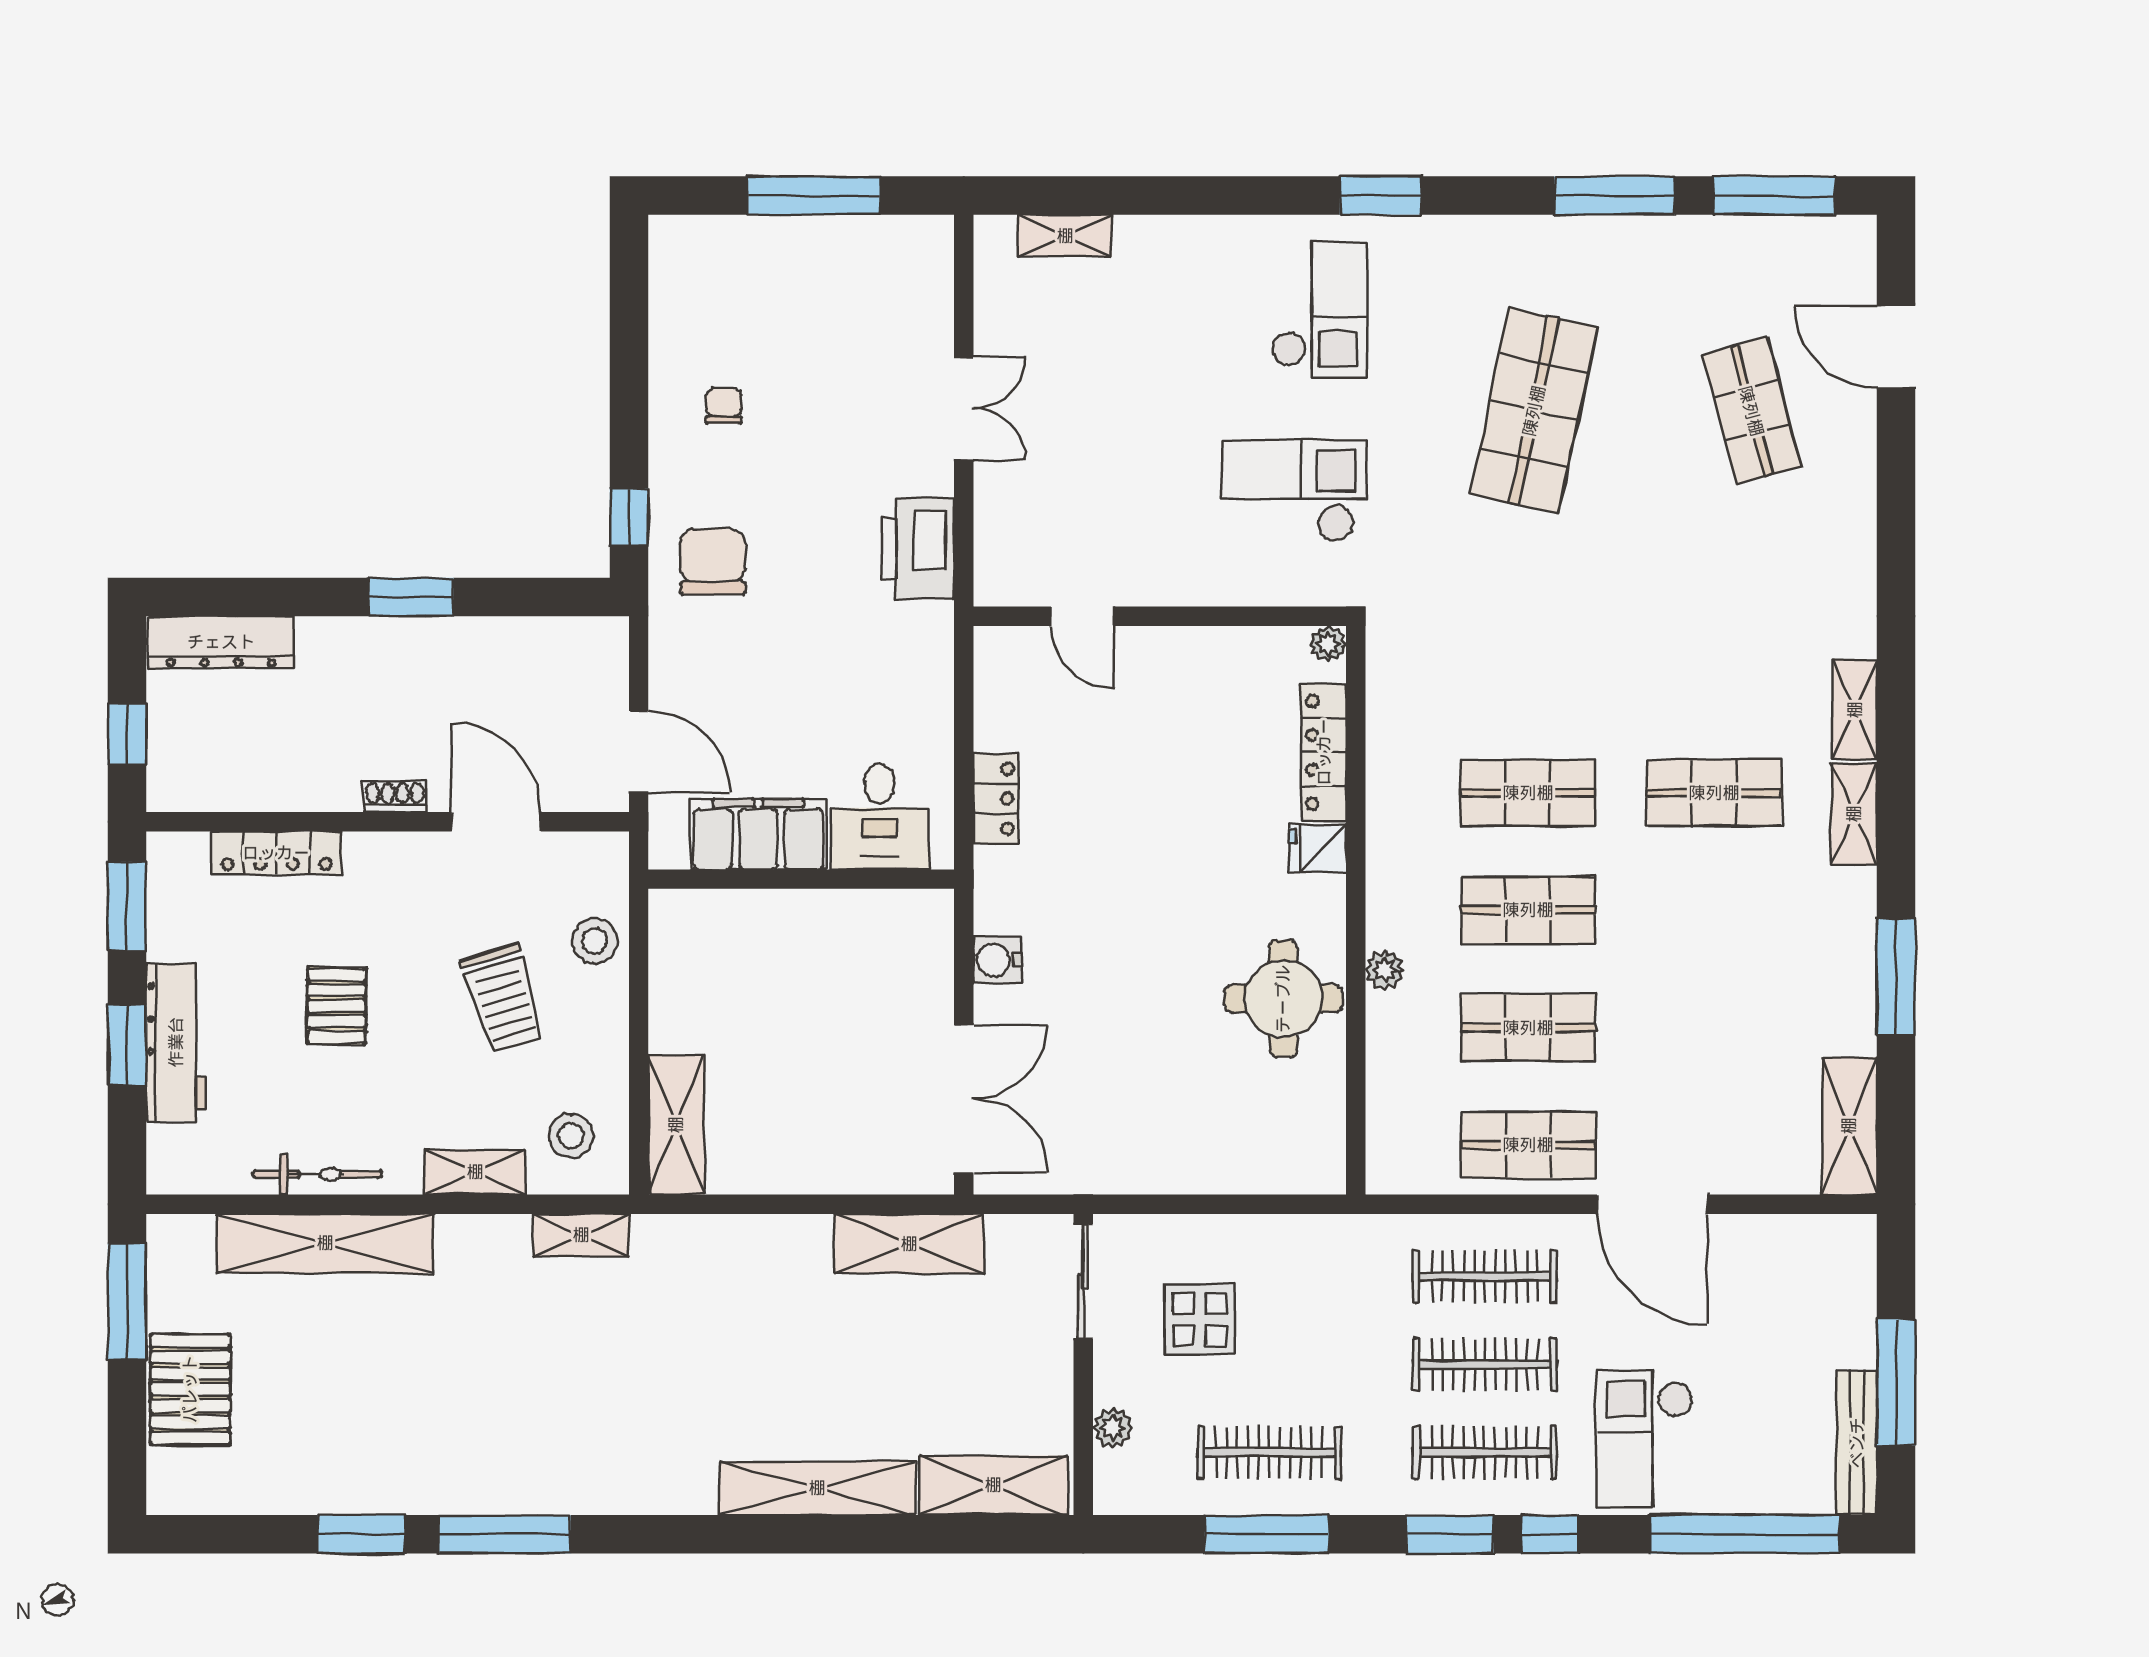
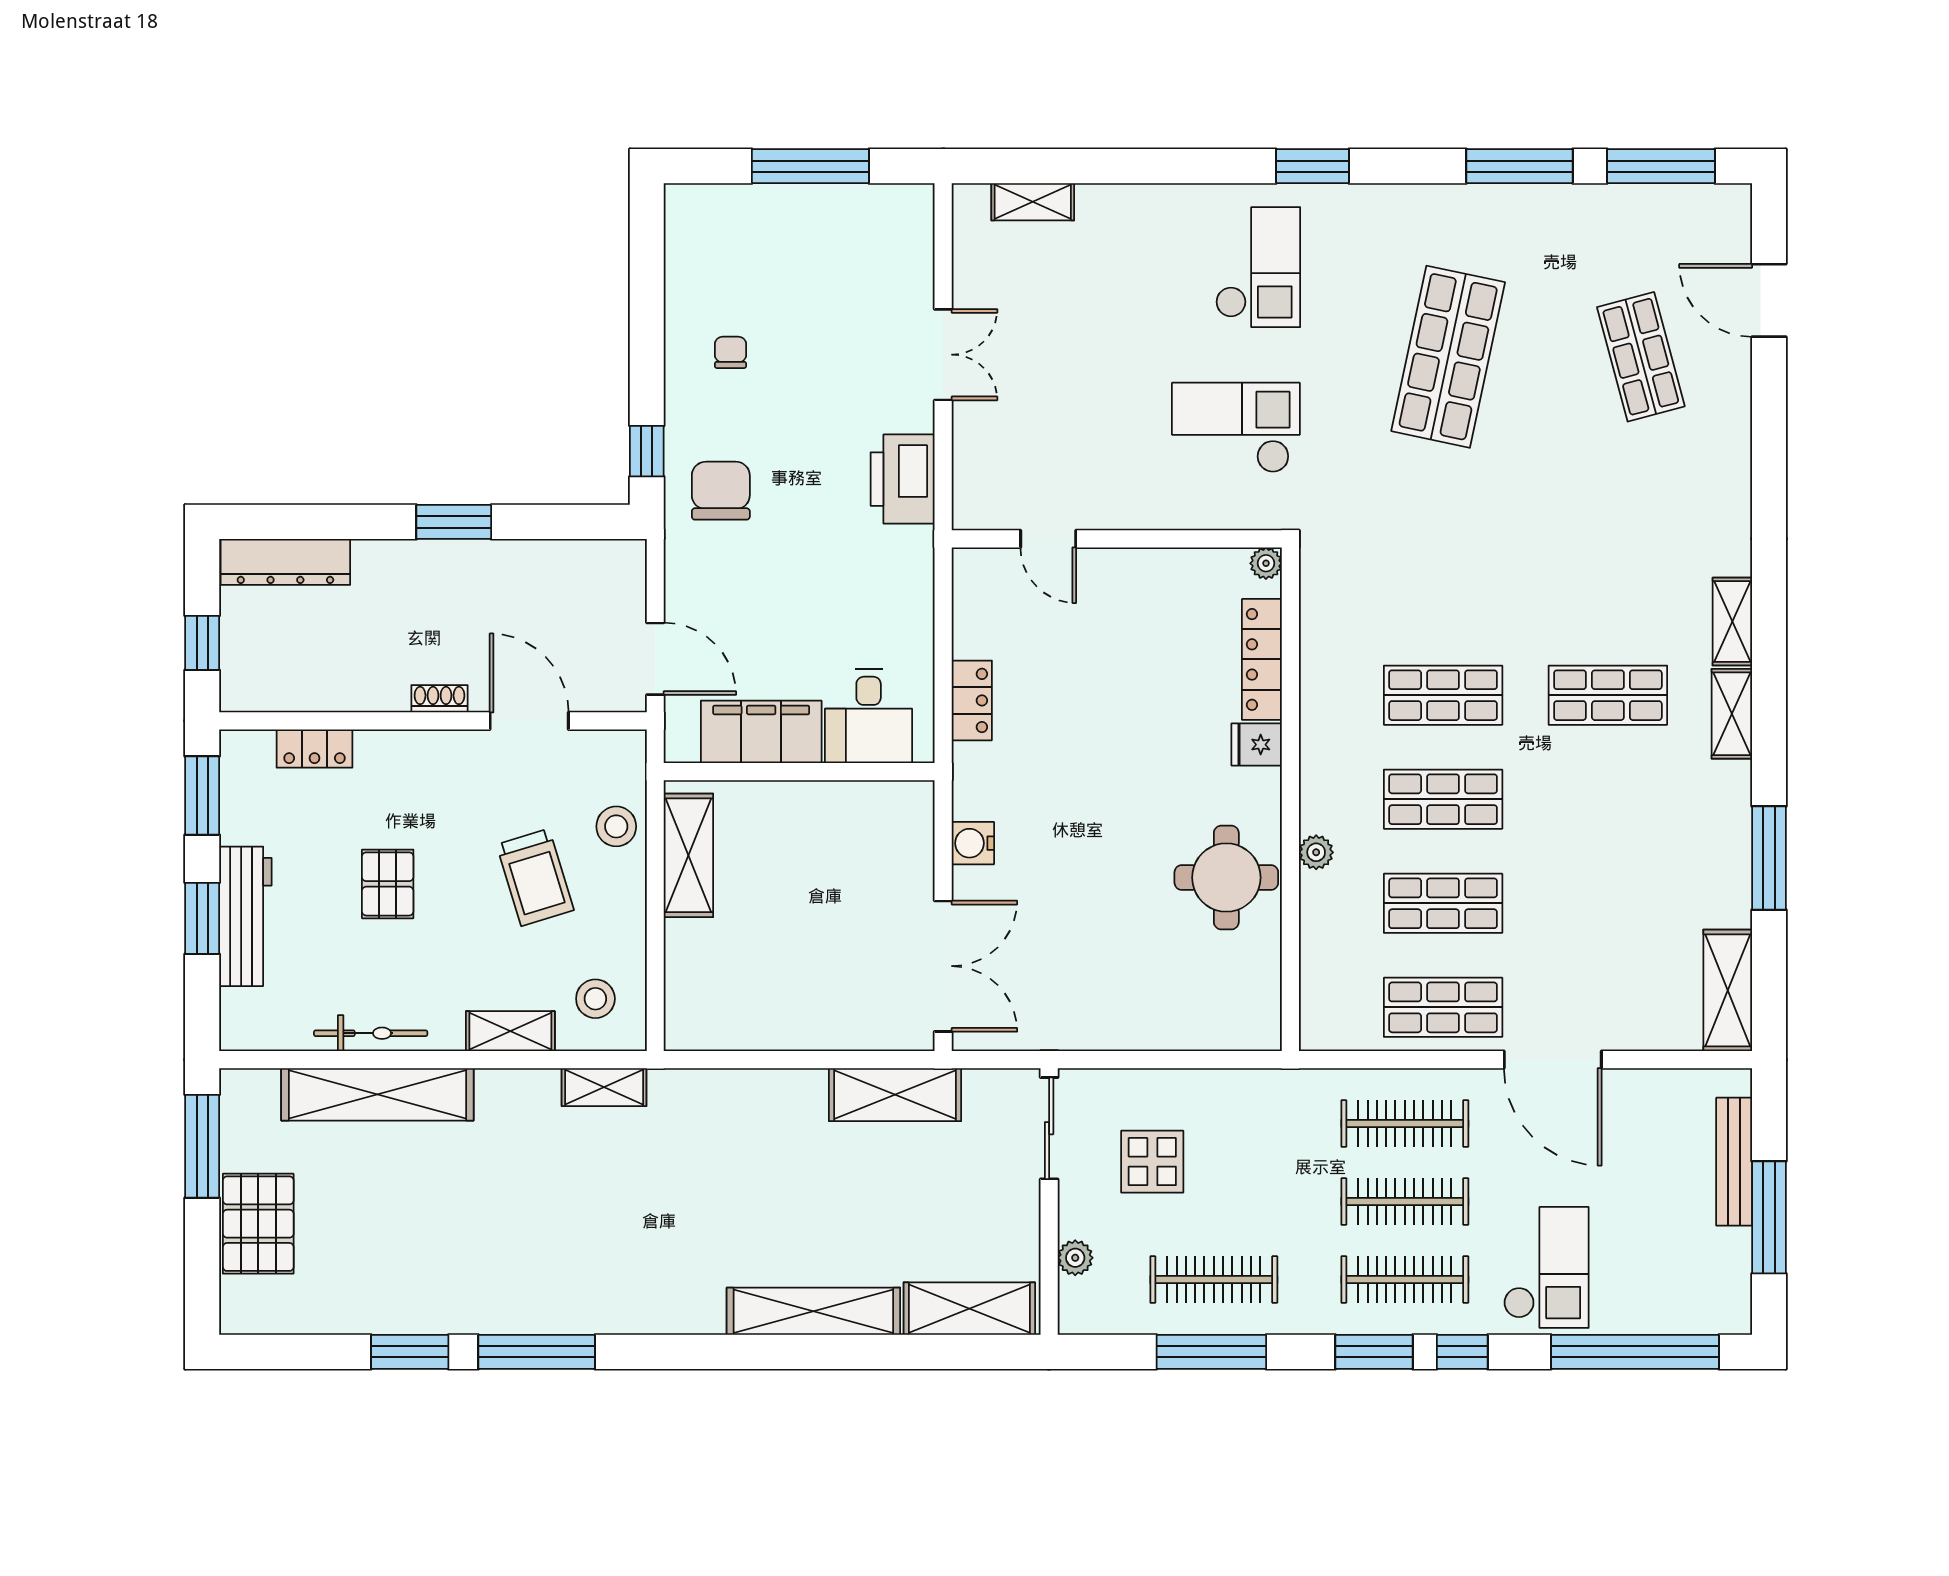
locker: (276, 853) -> (315, 749), width x0.66
shelving: (676, 1125) -> (688, 855), moved
checkout: (1645, 1439) -> (1546, 1267), turned 180
bench: (1857, 1443) -> (1734, 1162), moved

